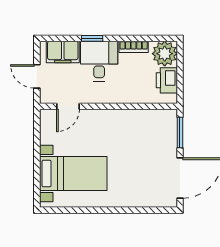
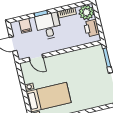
filing cabinet: (63, 52) -> (25, 26), width x0.50
door: (68, 106) -> (36, 58), hinge flipped

